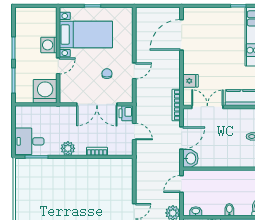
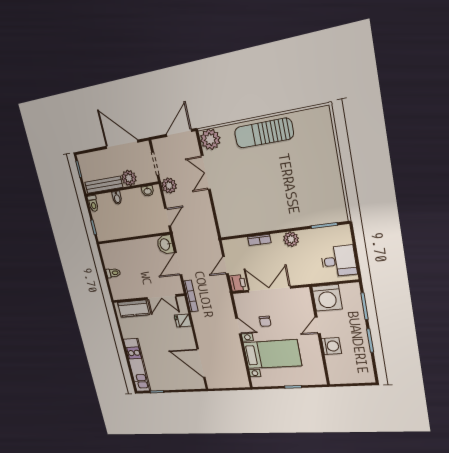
bed with nightstands: (86, 34) -> (272, 354), moved, turned 180
door: (182, 35) -> (201, 363), swing flipped
door: (134, 71) -> (238, 326), swing flipped
door: (134, 131) -> (225, 265), hinge flipped
desk: (29, 141) -> (339, 261), moved

